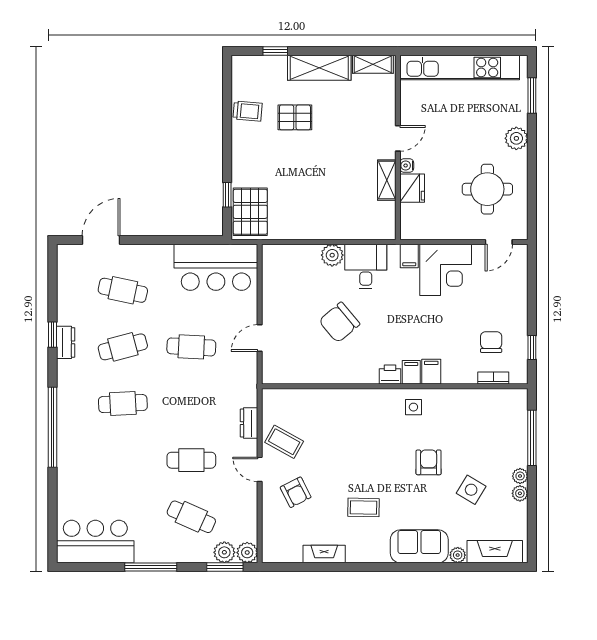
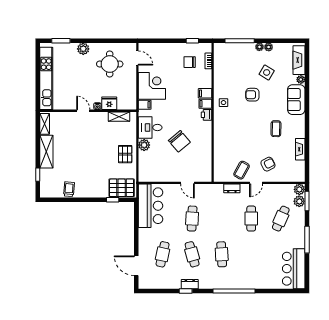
pallet: (295, 117) -> (125, 154), moved
shelving: (387, 180) -> (119, 117), moved

